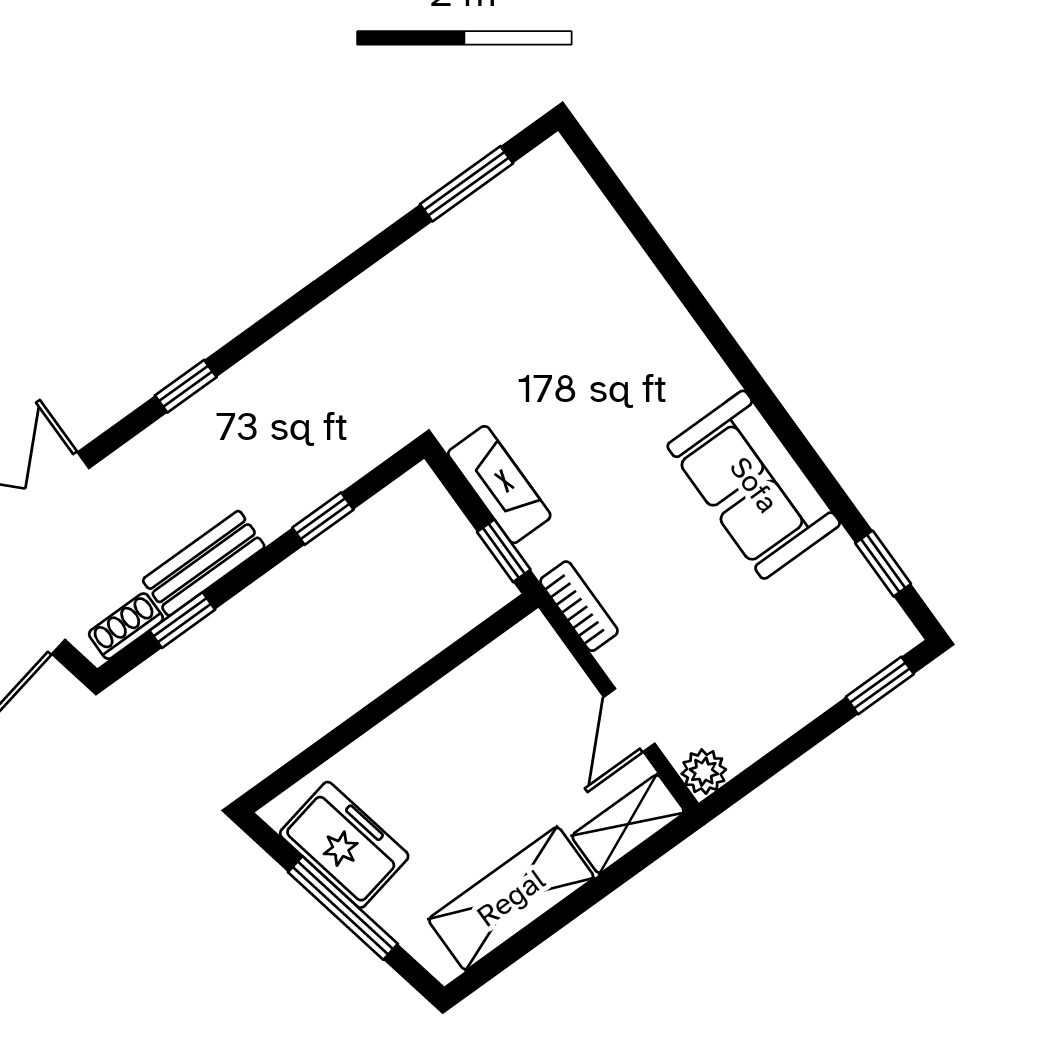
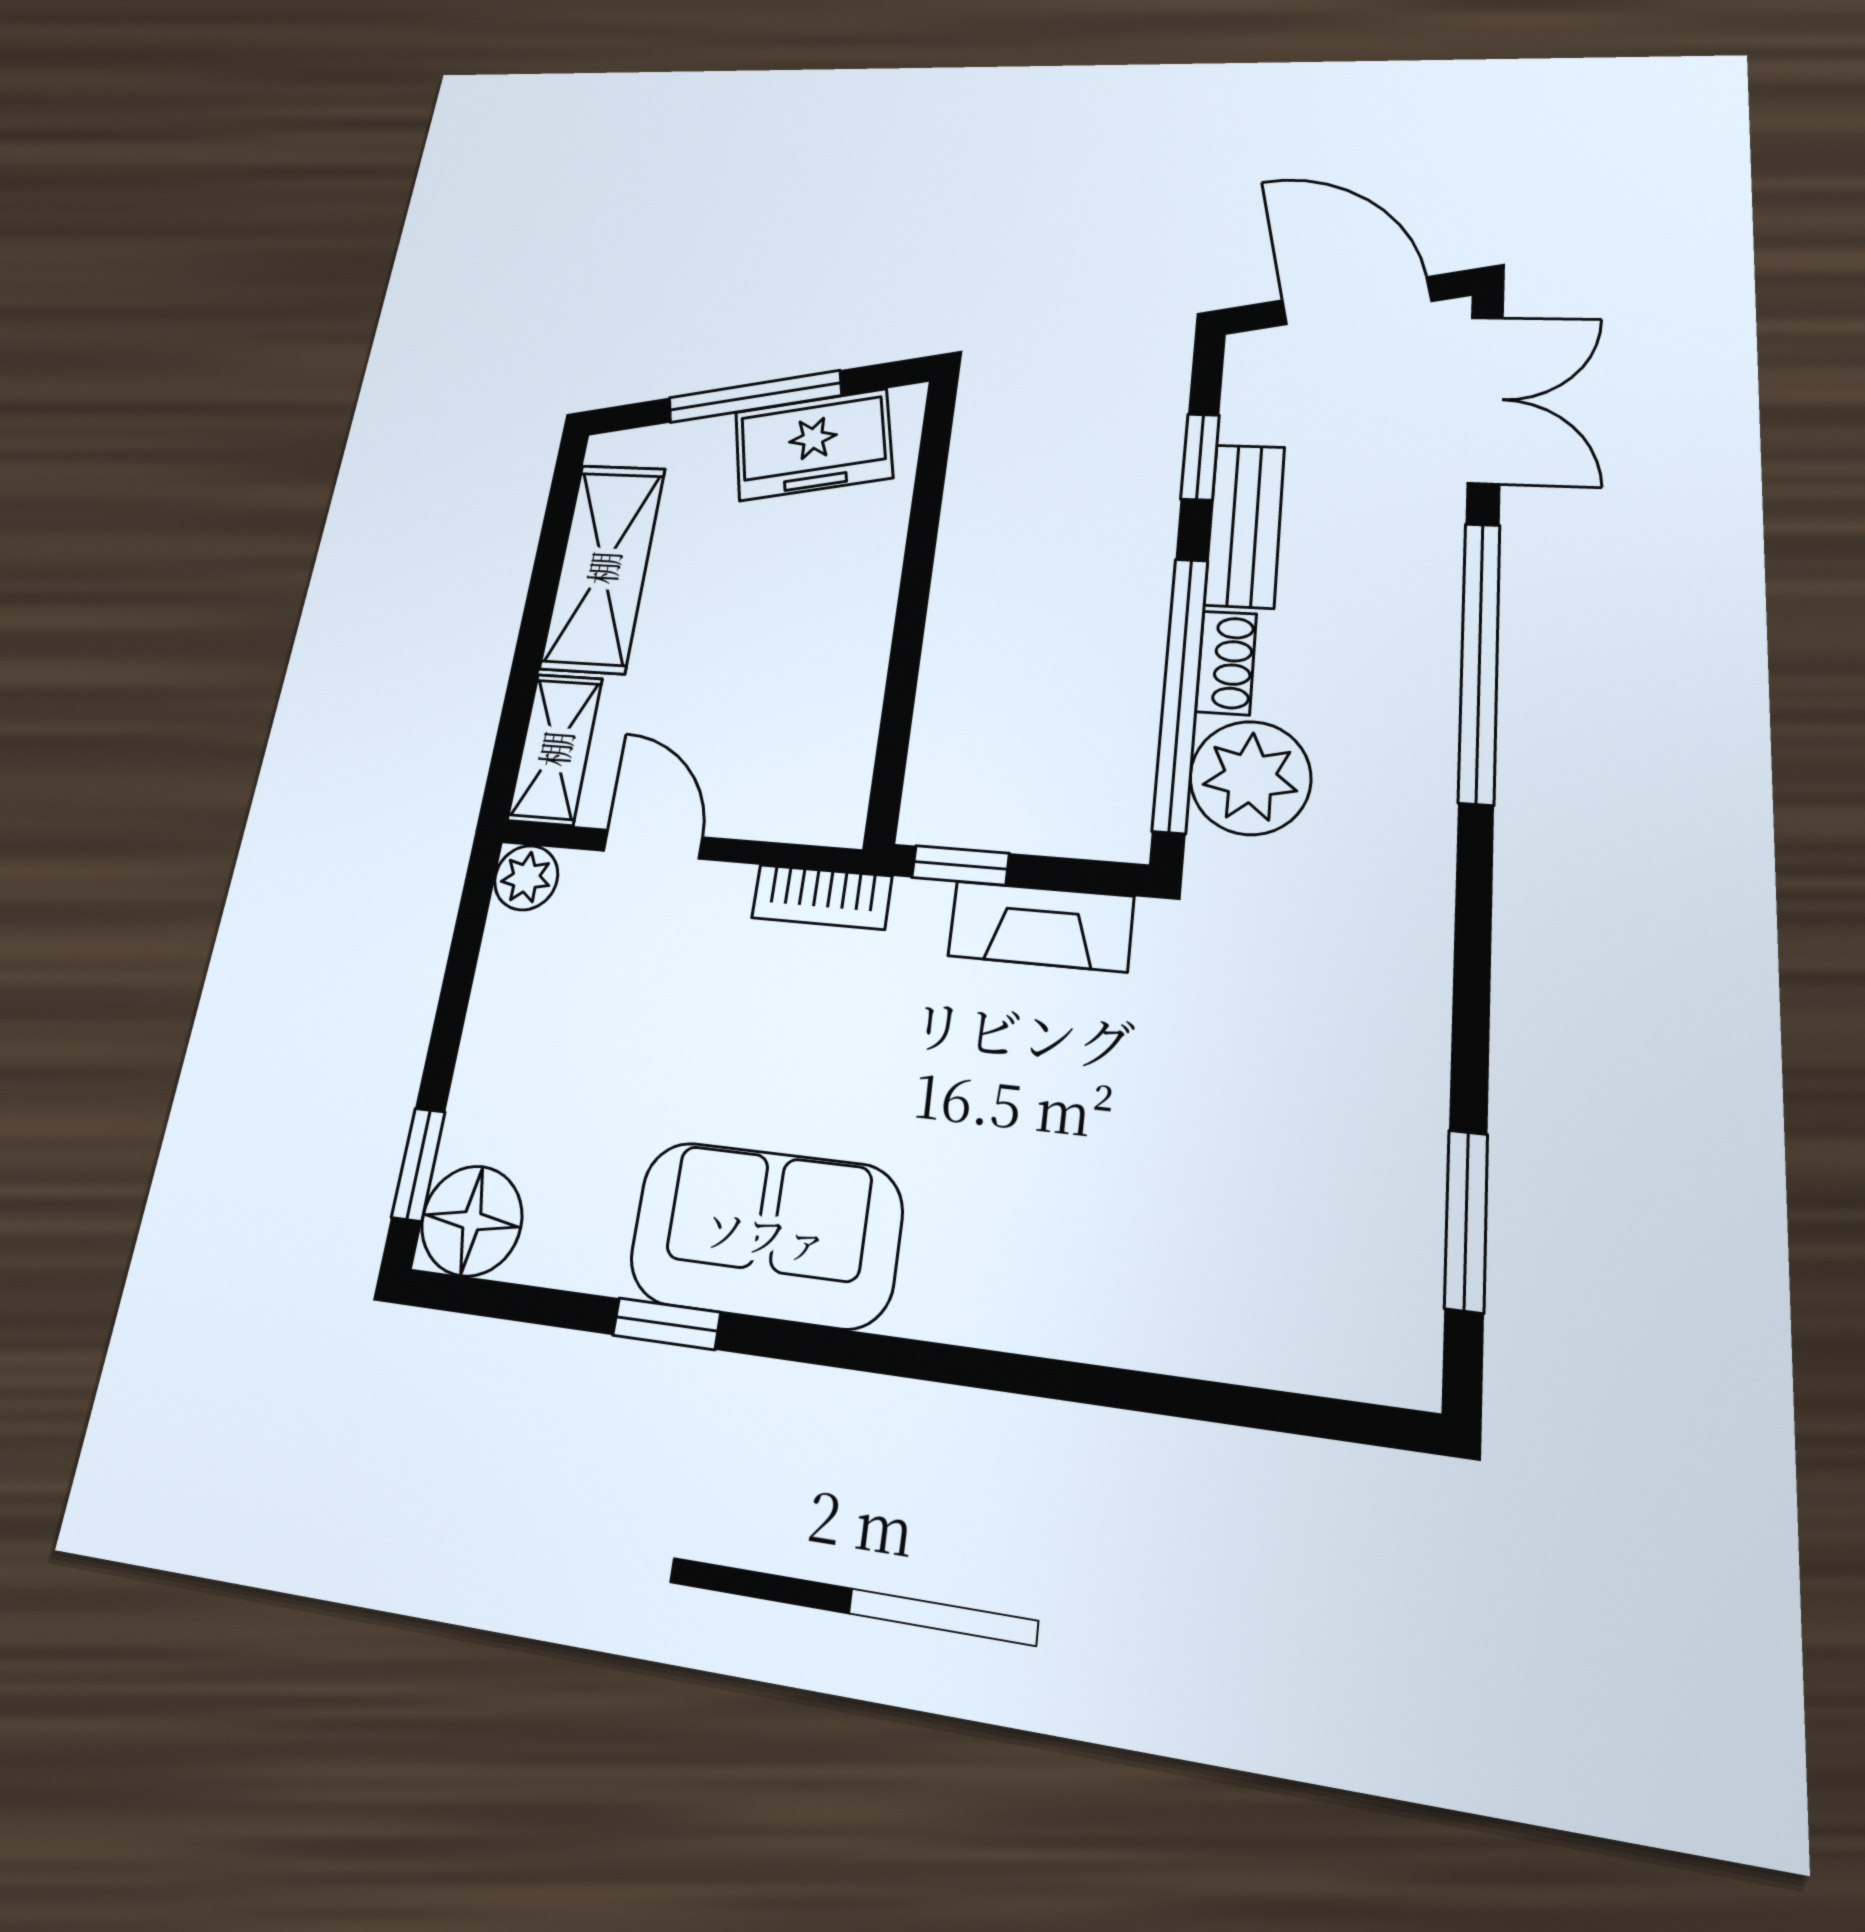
window: (186, 386) -> (1479, 661), width x3.17
plant: (339, 447) -> (1250, 778), added
window: (323, 519) -> (1180, 693), width x3.17
window: (883, 564) -> (667, 1324), moved
shoe rack: (126, 626) -> (1226, 663), moved
floor lamp: (878, 632) -> (472, 1221), added

